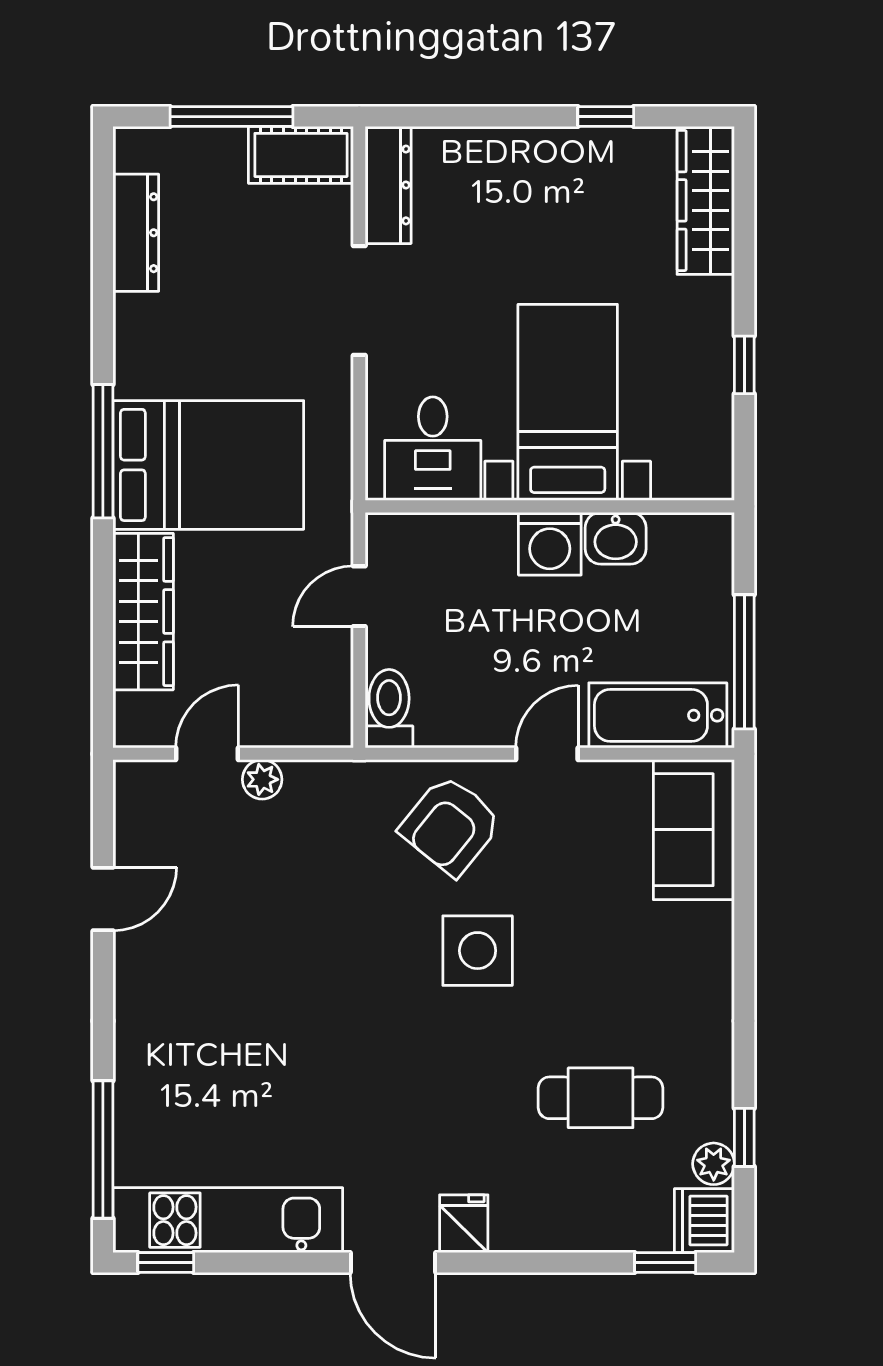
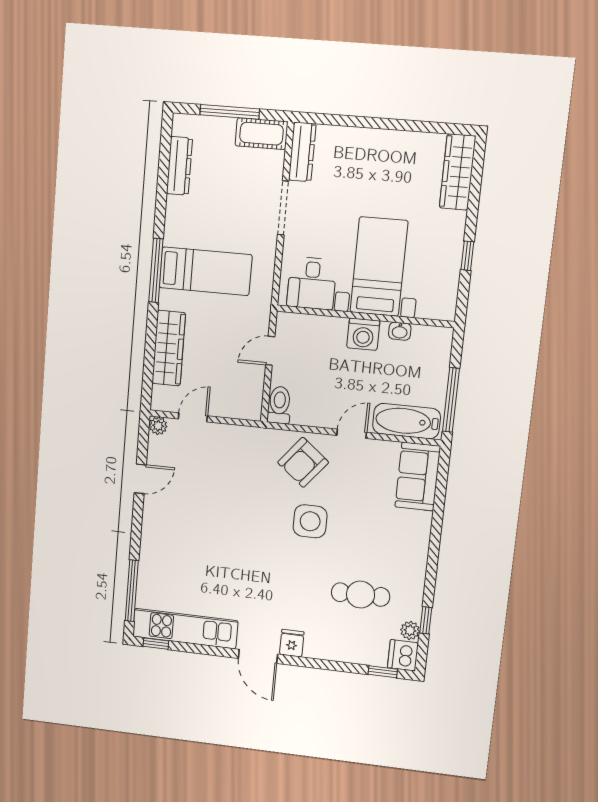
window: (606, 117) -> (413, 126), removed
bed: (208, 465) -> (205, 271), width x0.67
washbasin: (616, 538) -> (400, 331), width x0.72, depth x0.69
plant: (262, 779) -> (158, 426), moved

